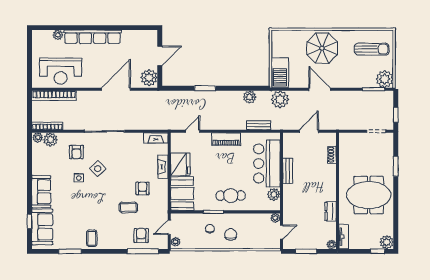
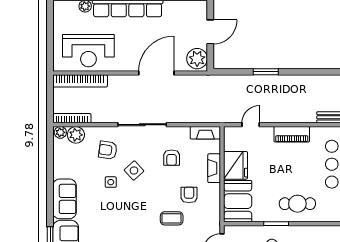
plant: (250, 97) -> (321, 83), removed
armchair: (76, 152) -> (108, 150), turned 98
armchair: (128, 158) -> (172, 158), added

